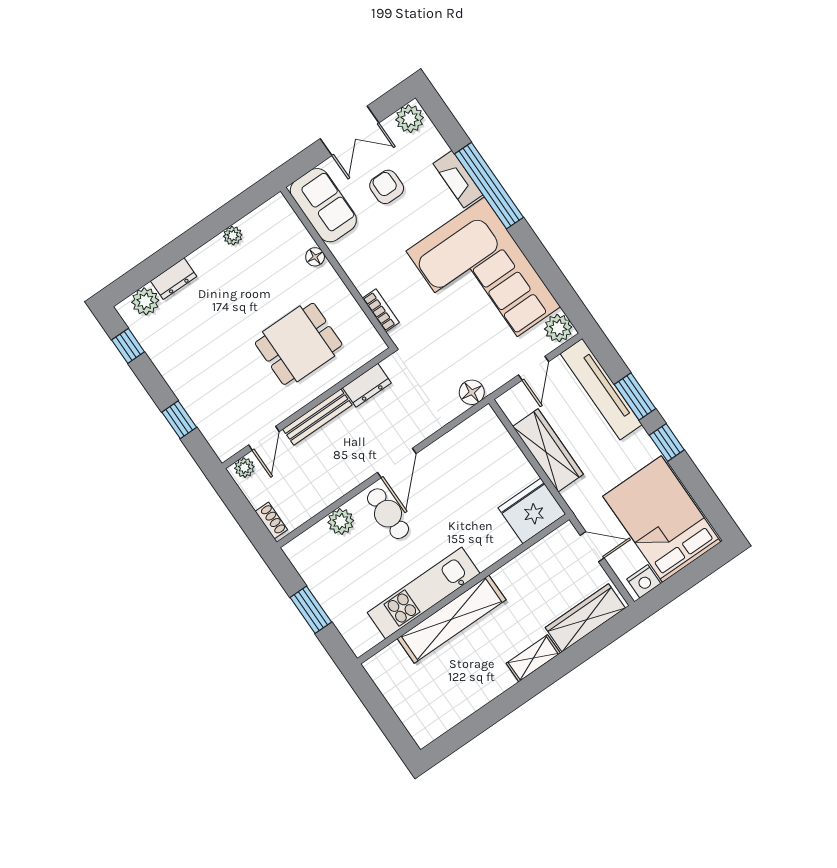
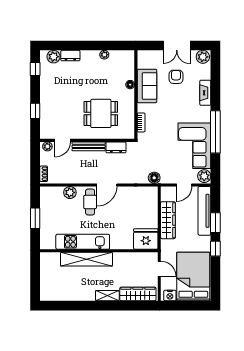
window: (489, 186) -> (215, 132), moved
sofa: (323, 205) -> (147, 86), moved
corner sofa: (483, 279) -> (194, 146), width x0.73, depth x0.74

